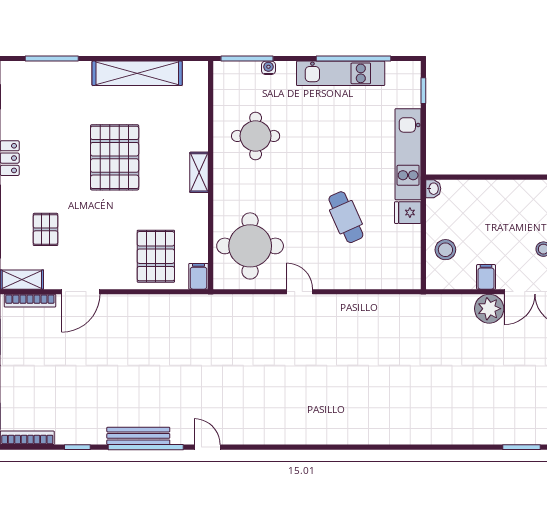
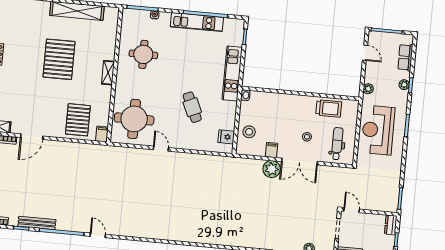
fridge: (408, 213) -> (226, 137), moved
pallet: (46, 229) -> (14, 98), removed
bench: (138, 436) -> (37, 223), moved

